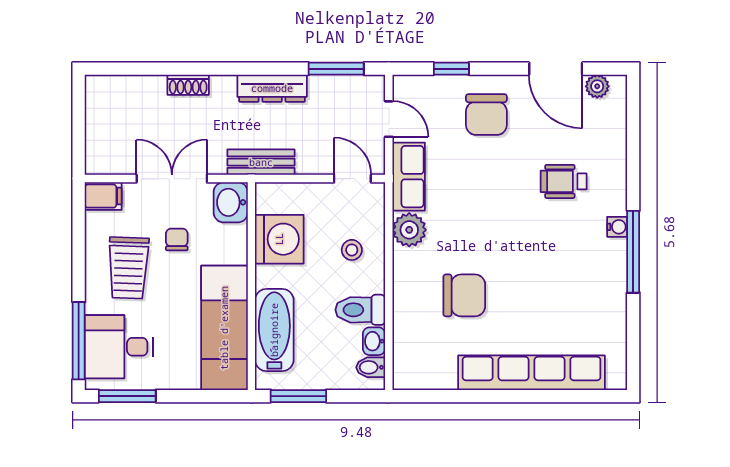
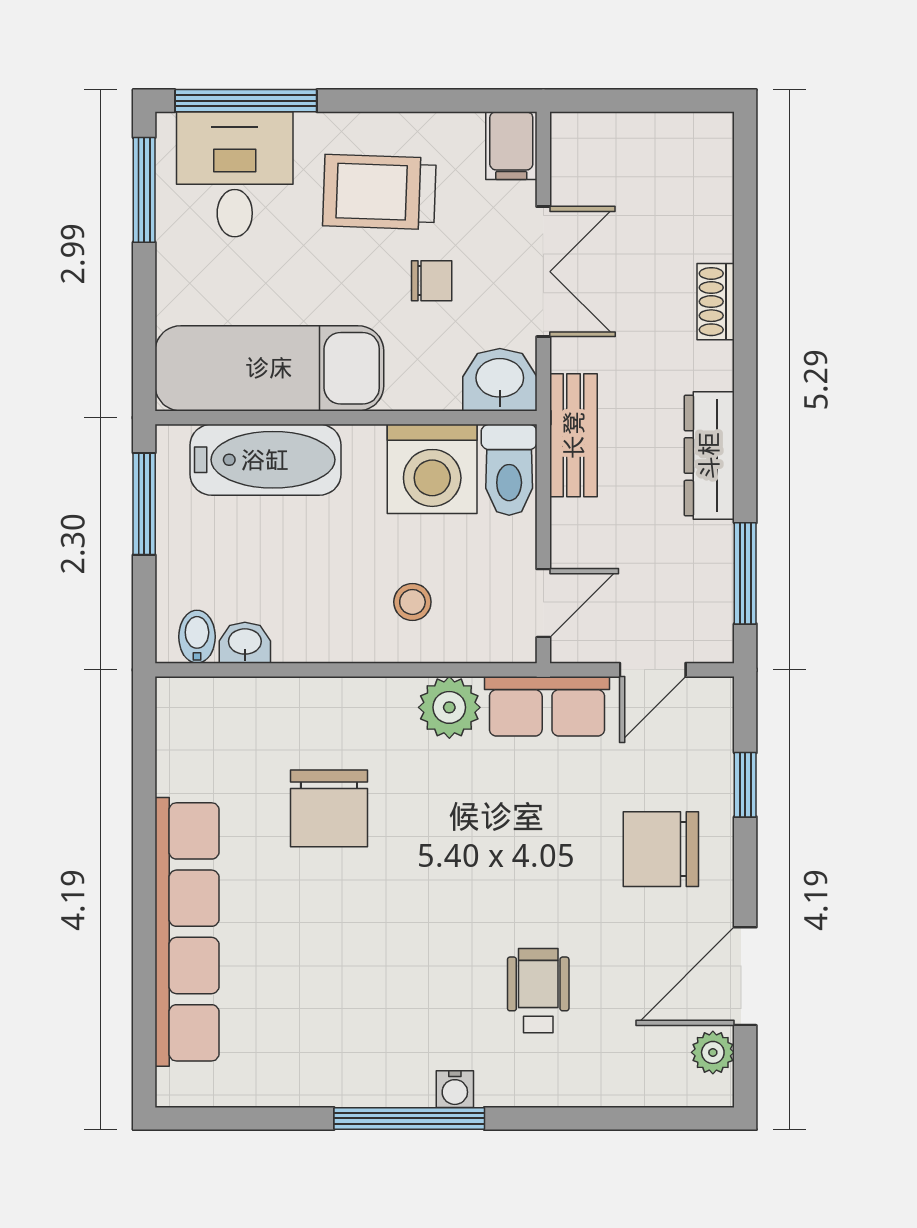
toilet: (360, 310) -> (509, 470), moved, turned 180

